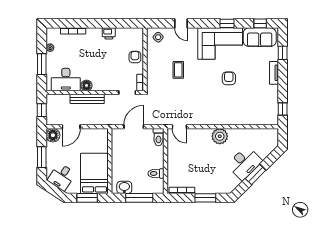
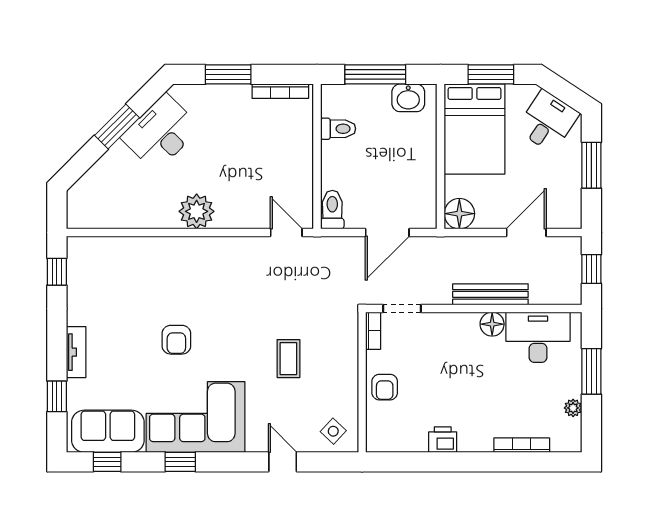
floor lamp: (53, 135) -> (459, 214), moved
desk: (245, 163) -> (161, 133), moved

